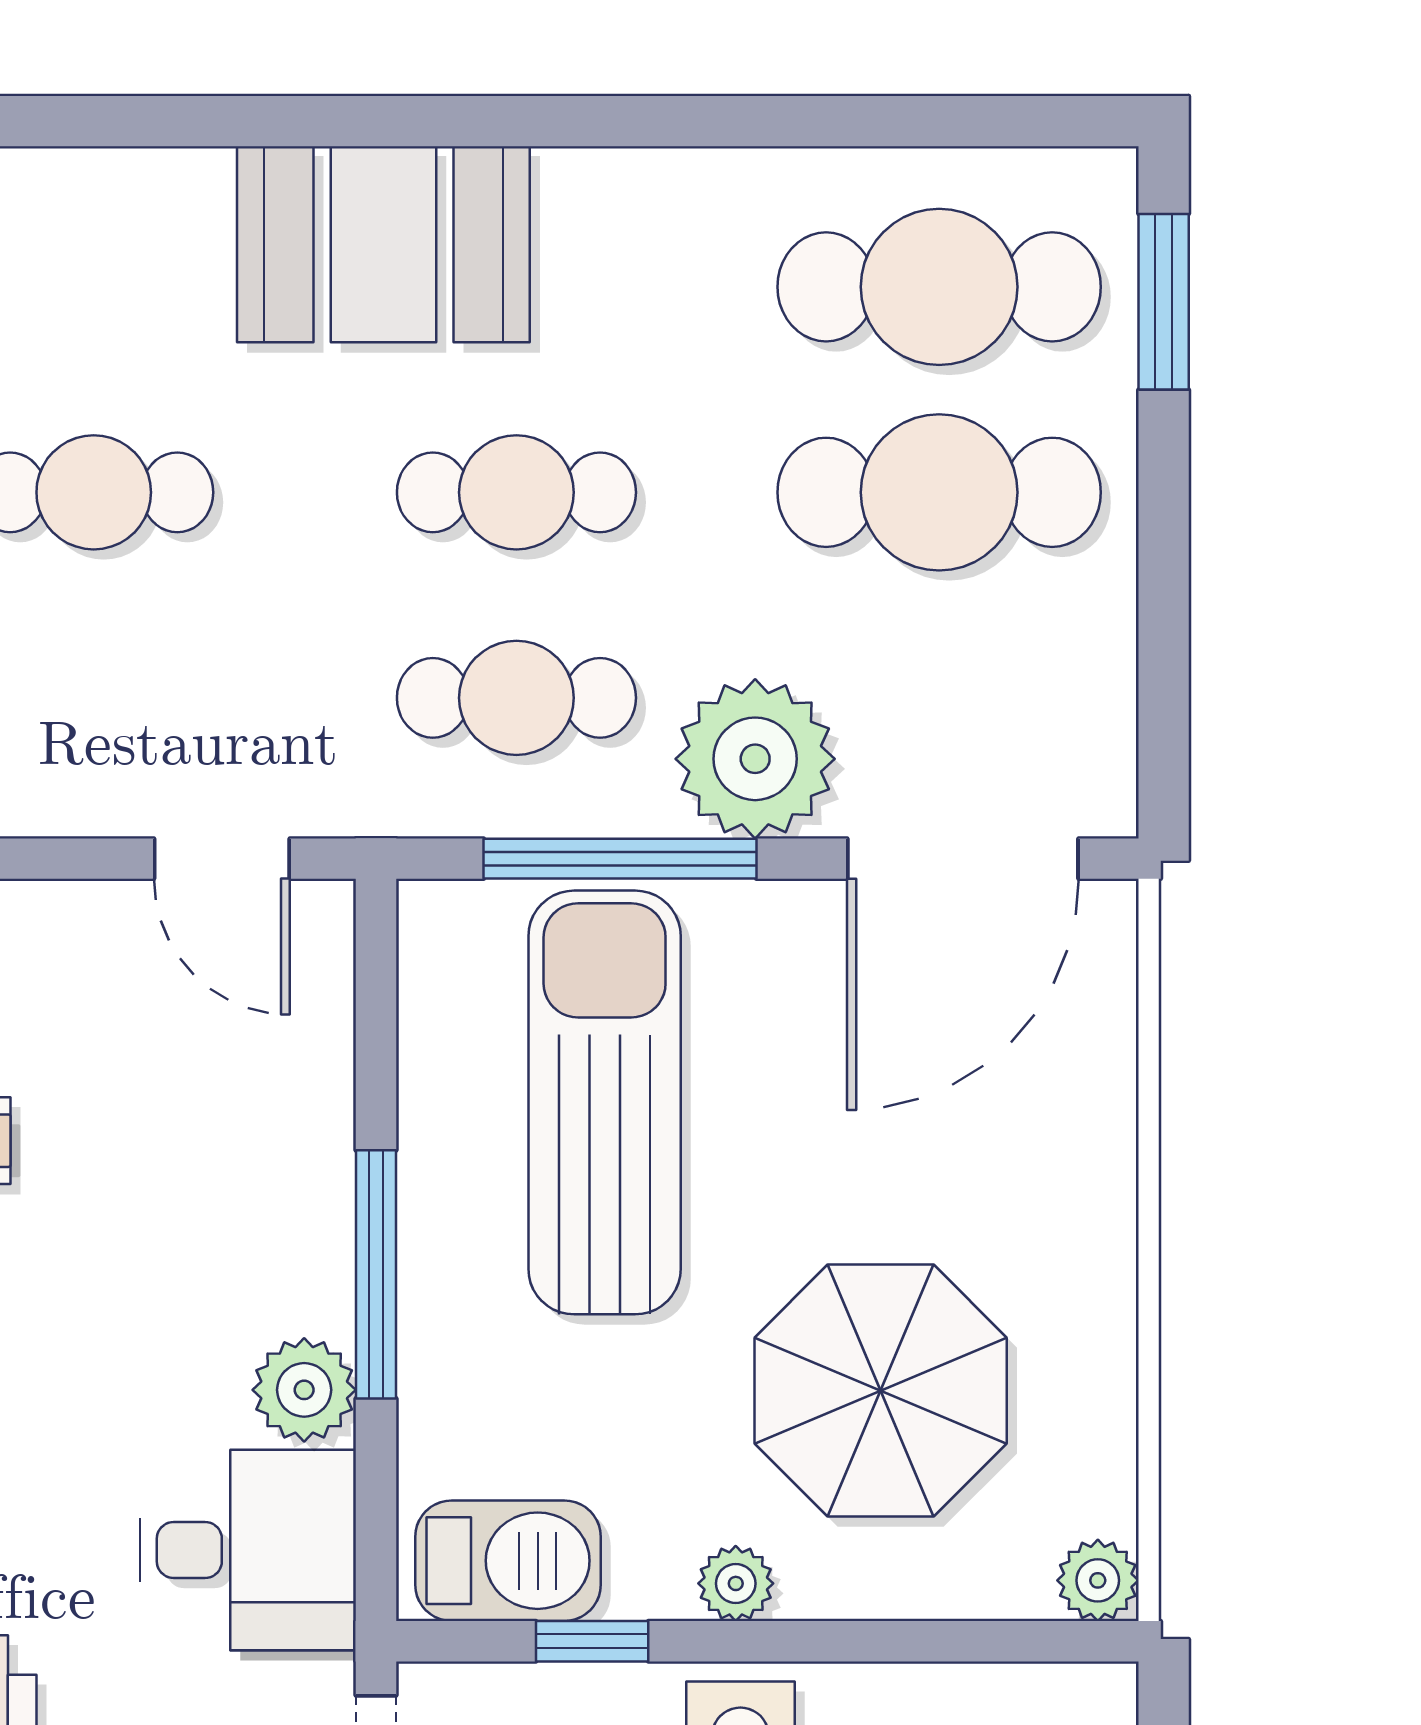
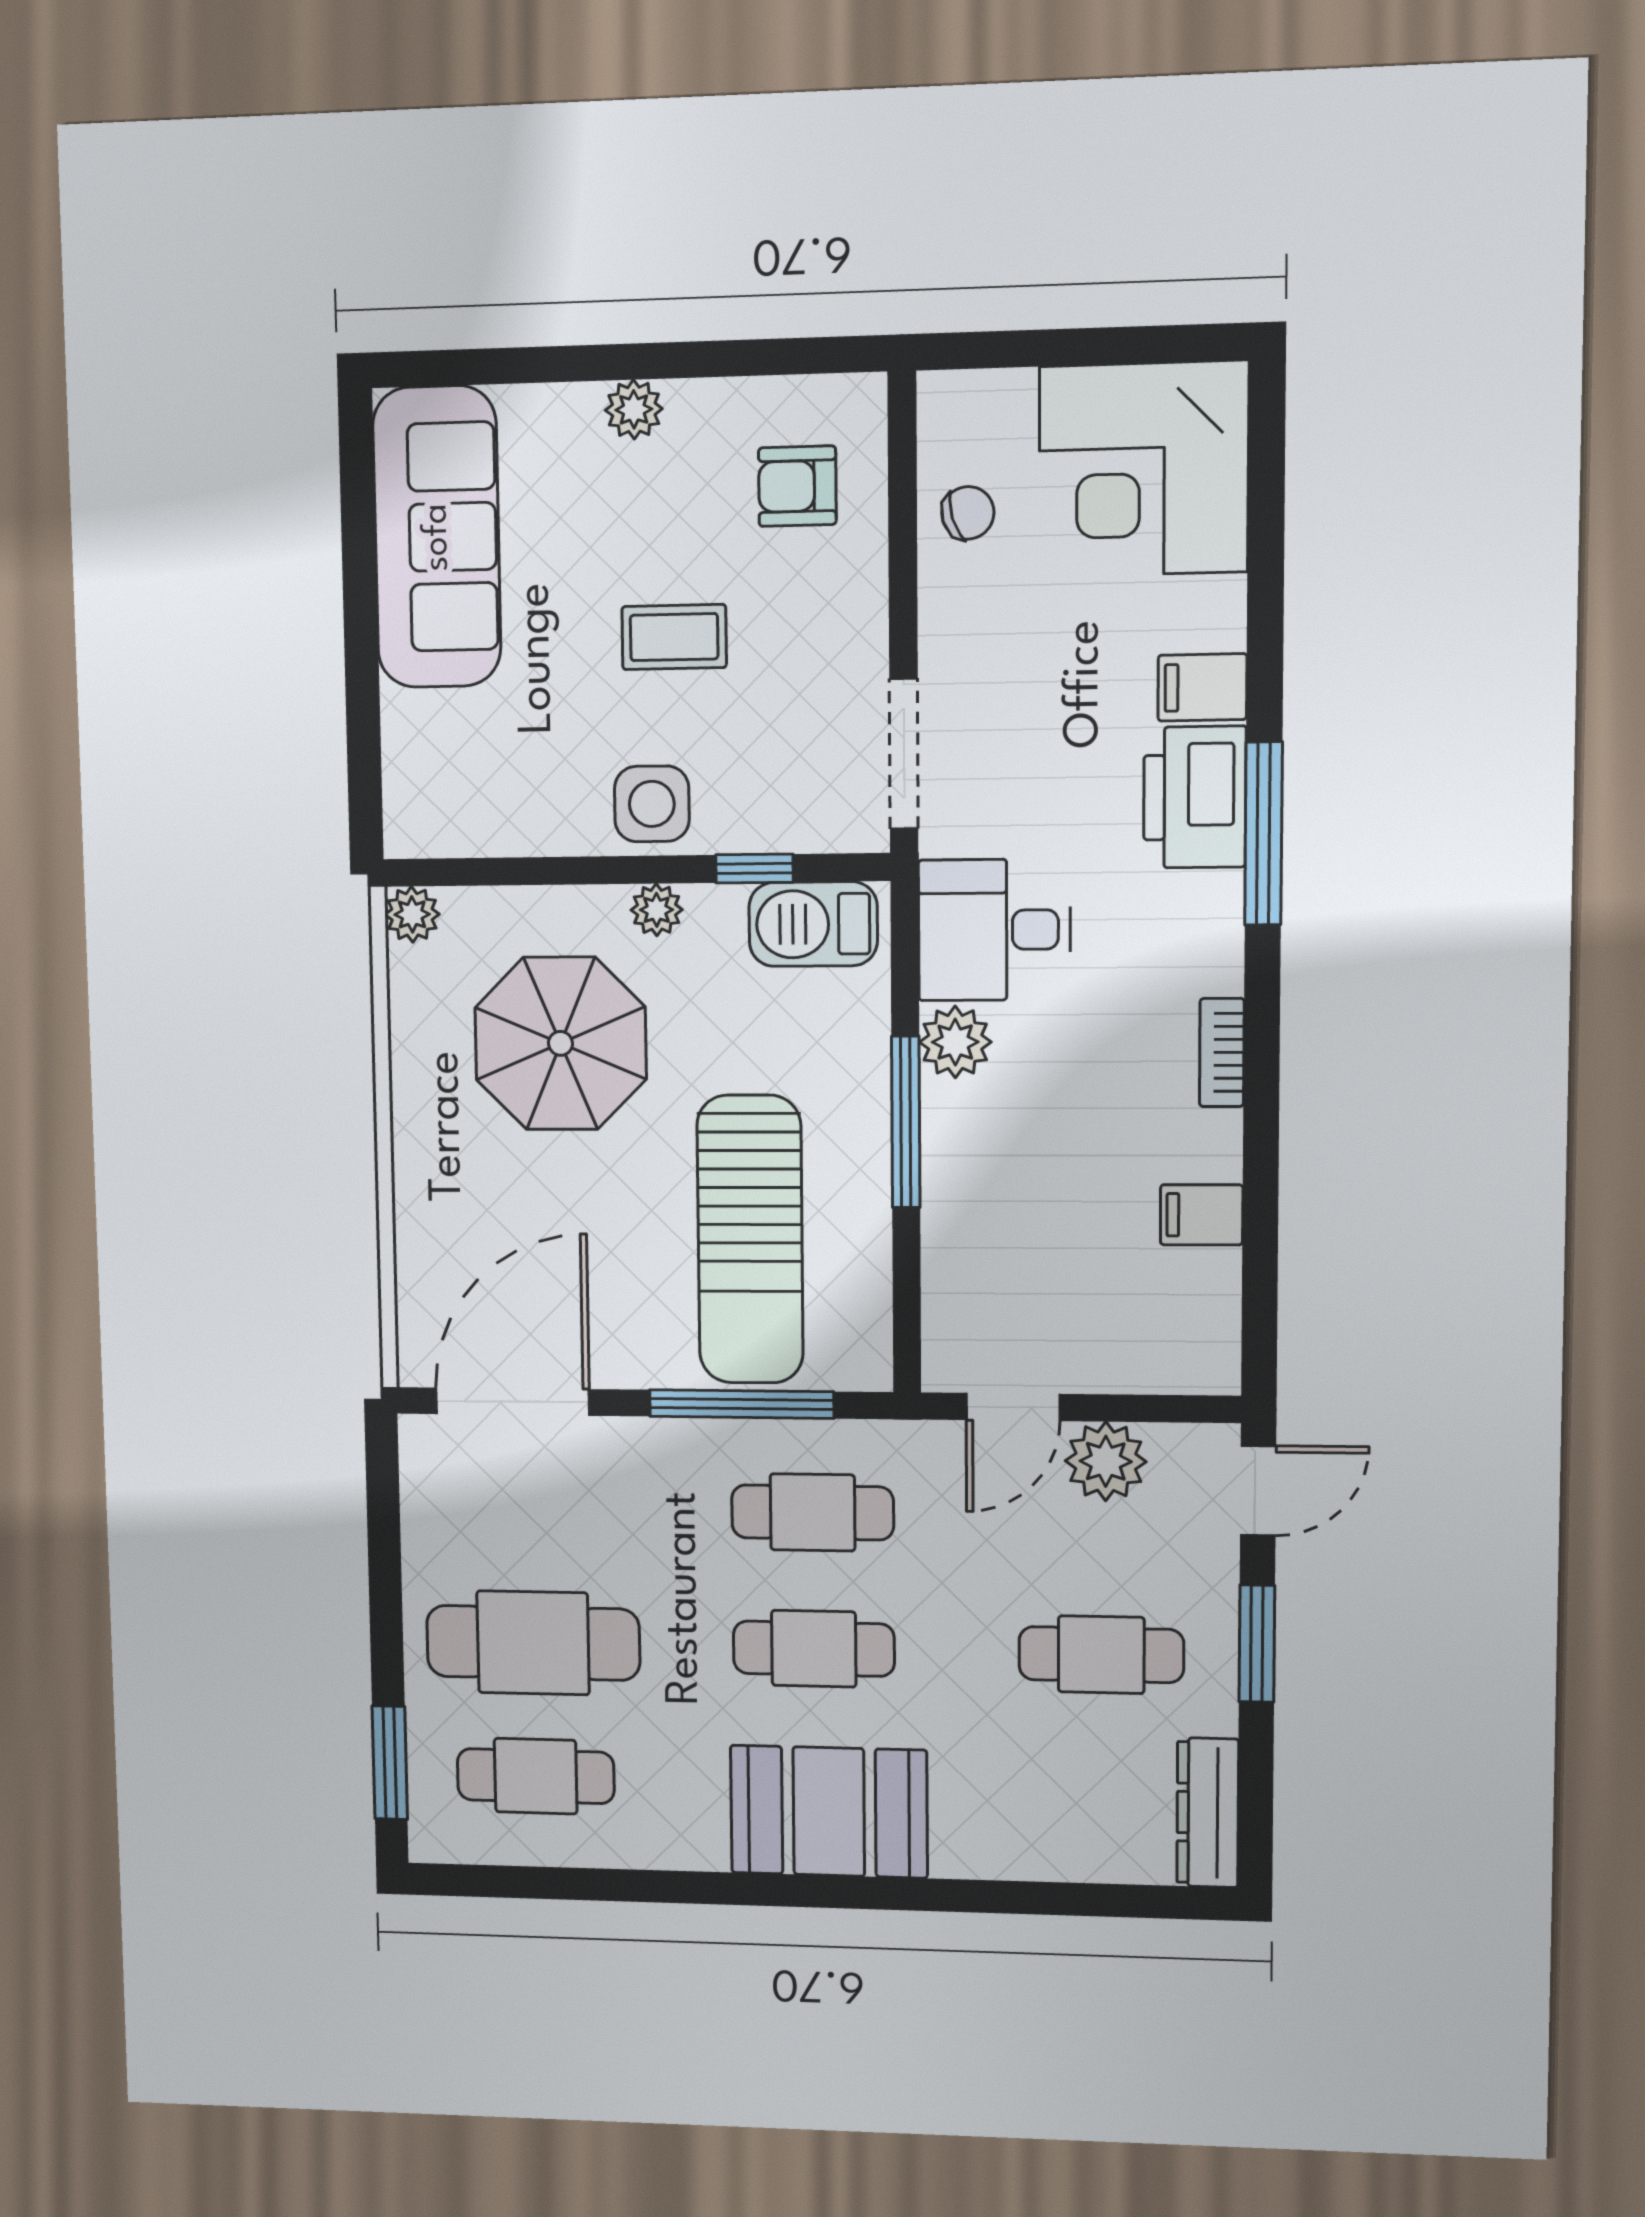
booth: (383, 244) -> (829, 1812), moved
cafe table: (939, 287) -> (536, 1776), width x0.73, depth x0.74
plant: (755, 759) -> (1106, 1461), moved, width x0.73, depth x0.73
door: (222, 859) -> (1013, 1407), swing flipped

